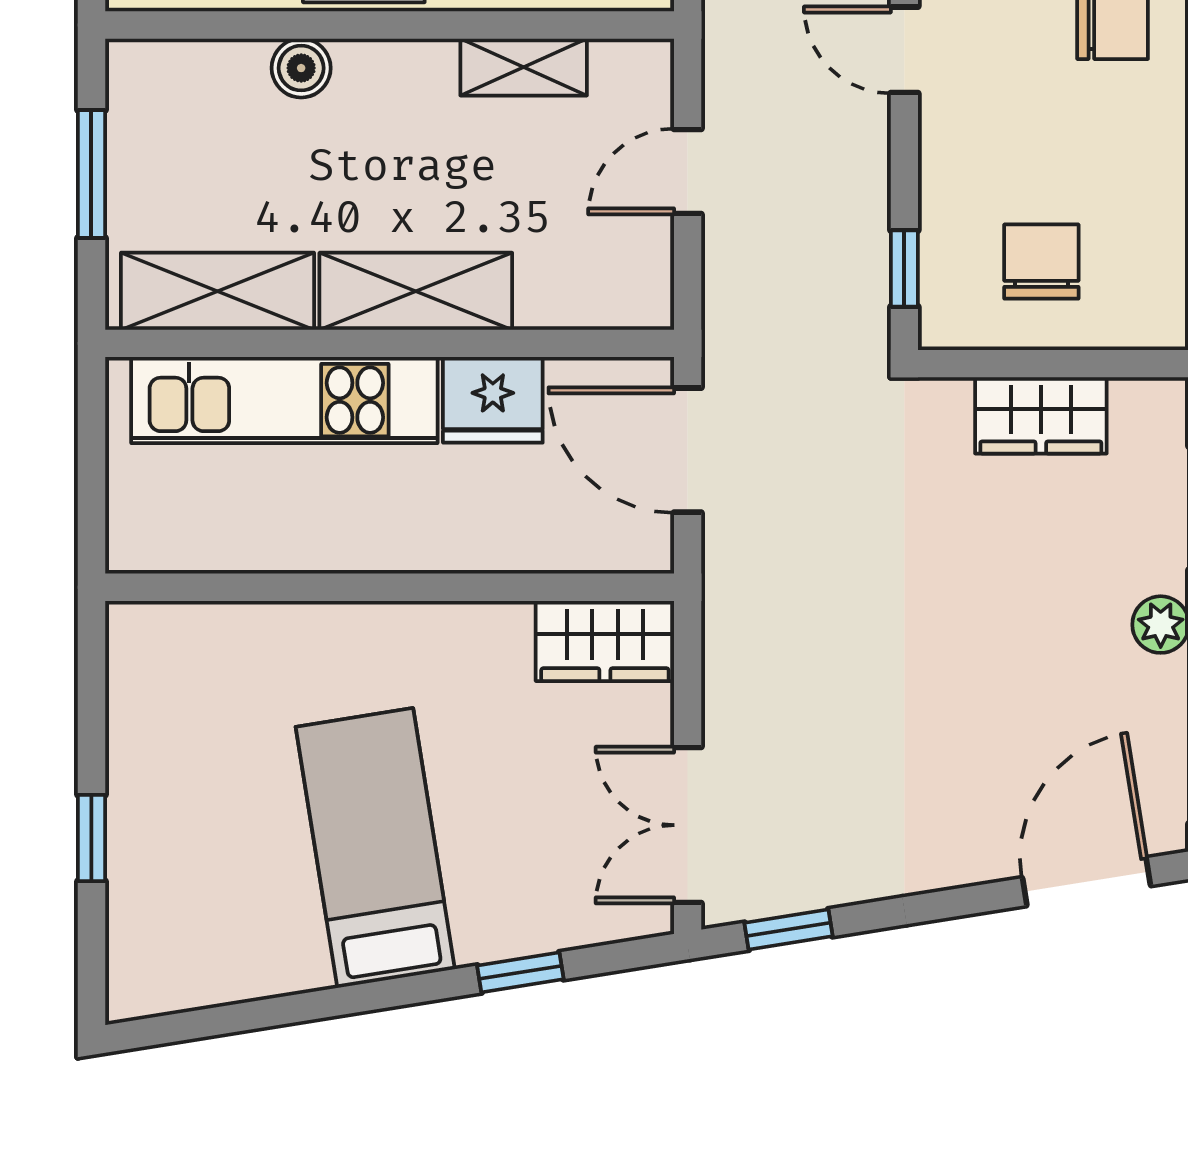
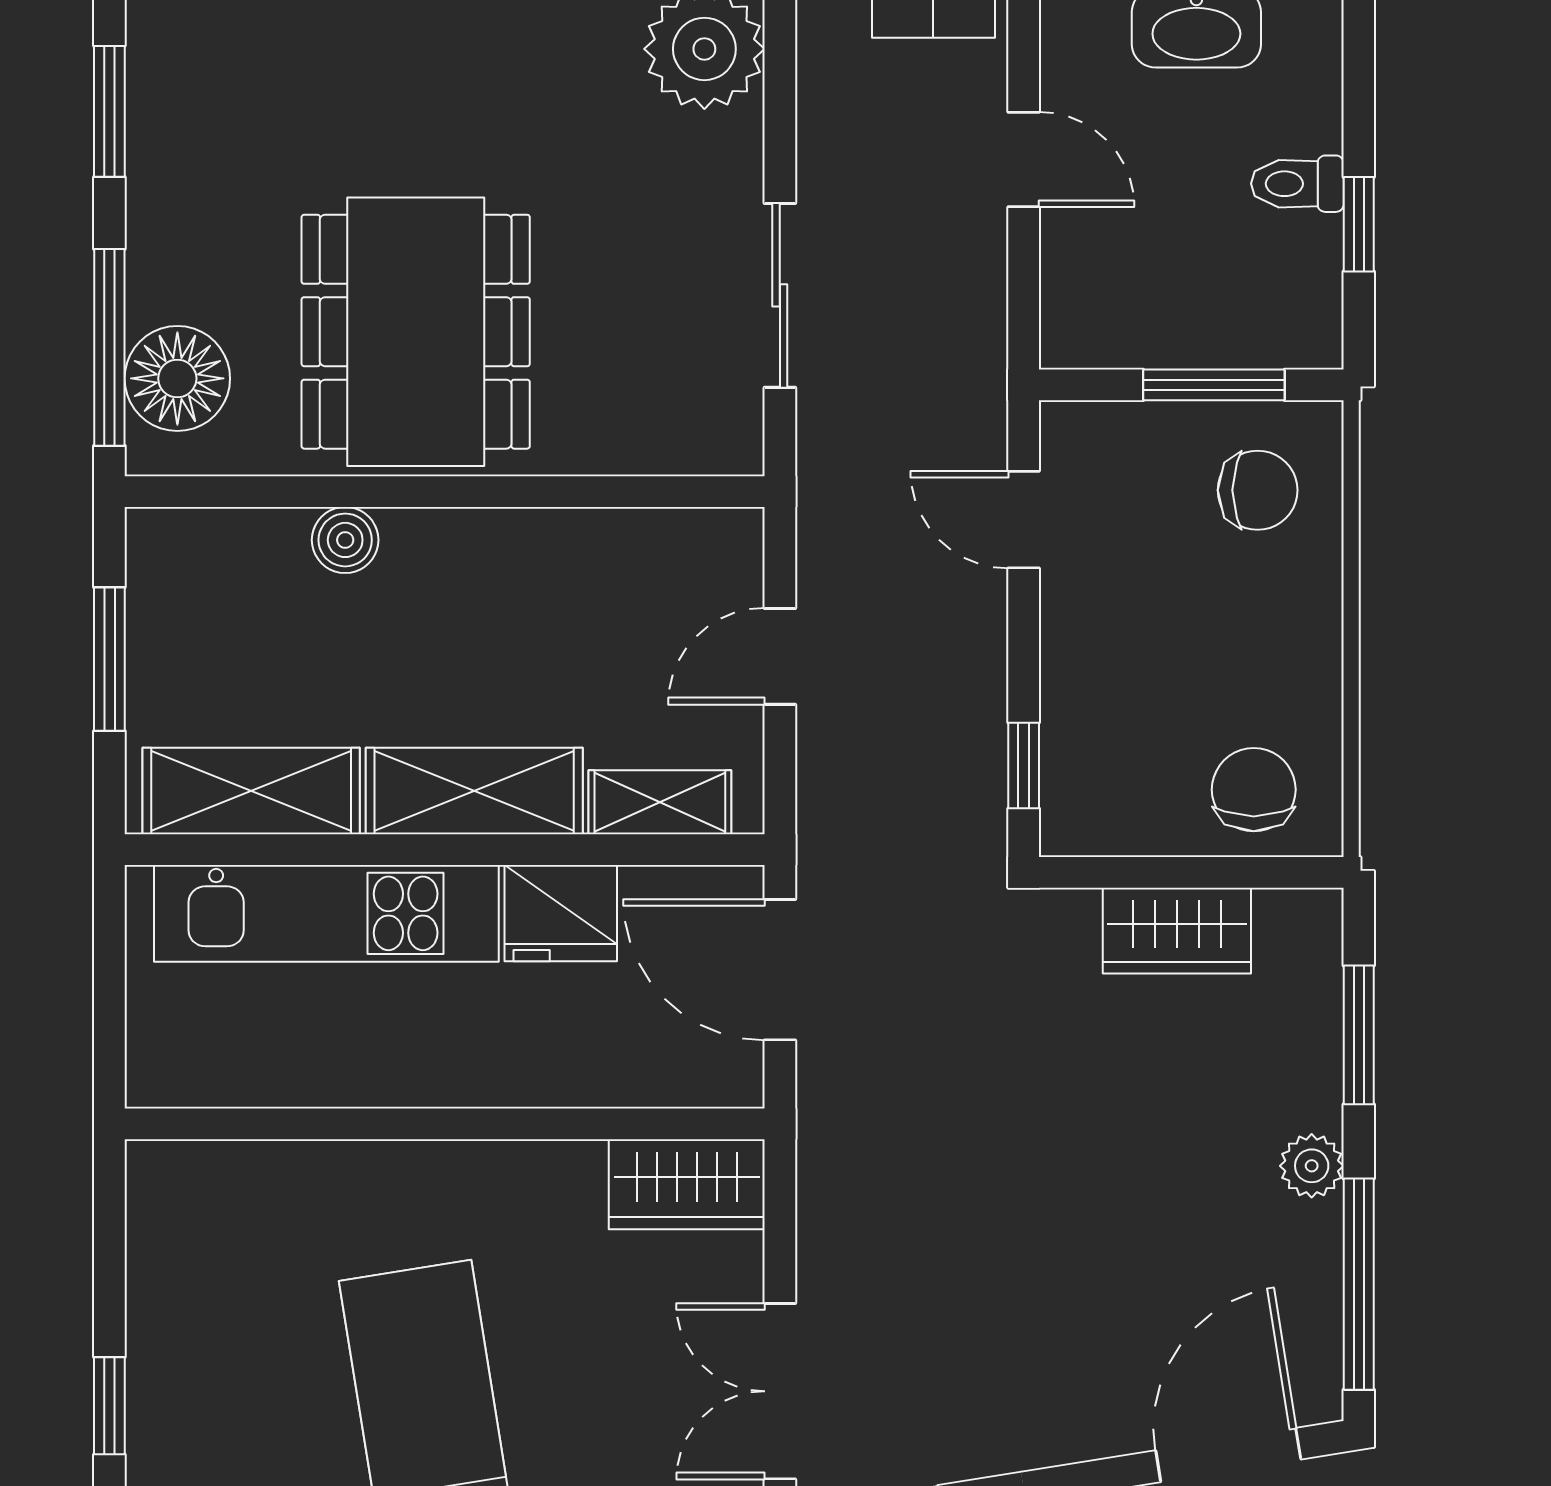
shelving: (524, 67) -> (660, 802), moved
chair: (1041, 262) -> (1254, 790), moved

